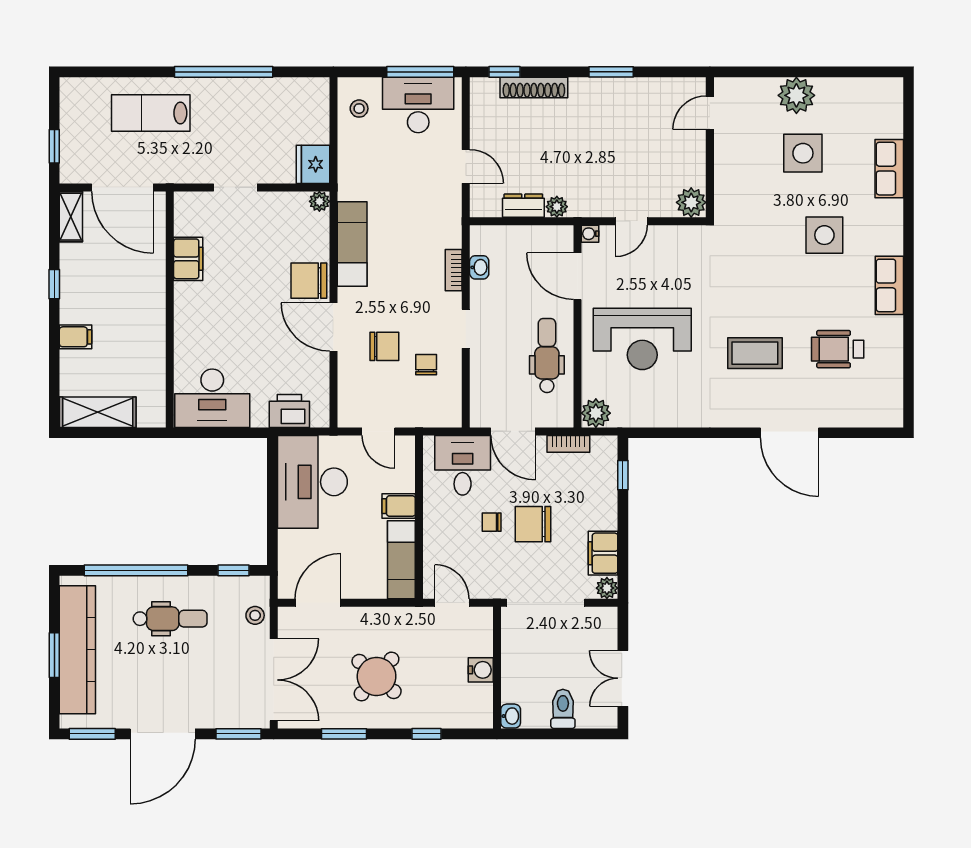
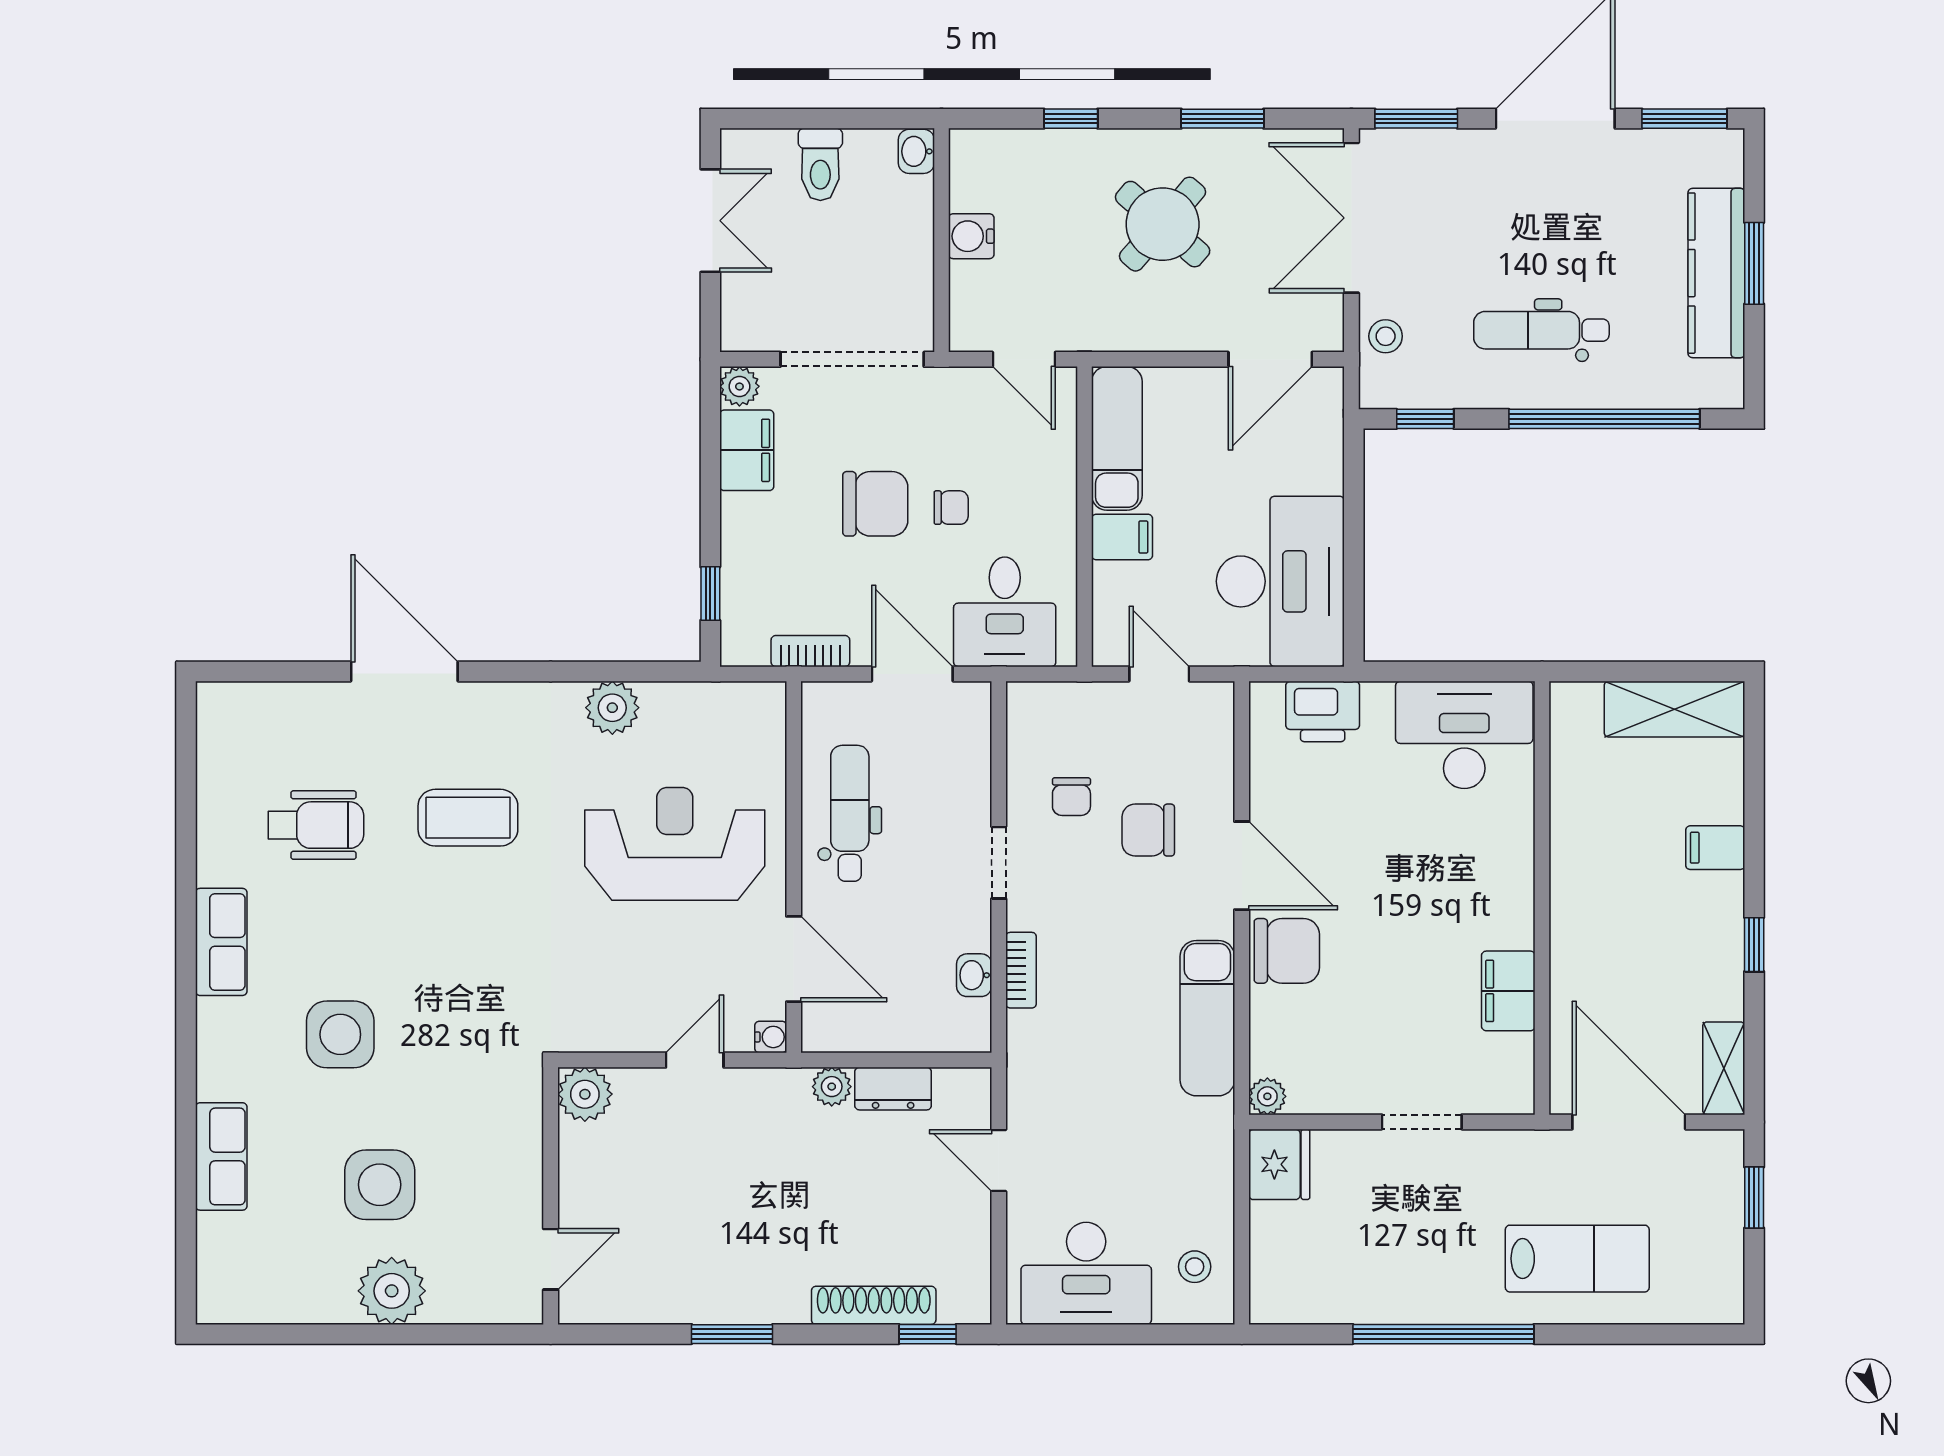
window: (420, 72) -> (1082, 1334), removed
dental chair: (547, 356) -> (850, 813), turned 180
plant: (596, 413) -> (612, 708), moved
kitchen counter: (77, 650) -> (1716, 273), width x0.72, depth x0.86

